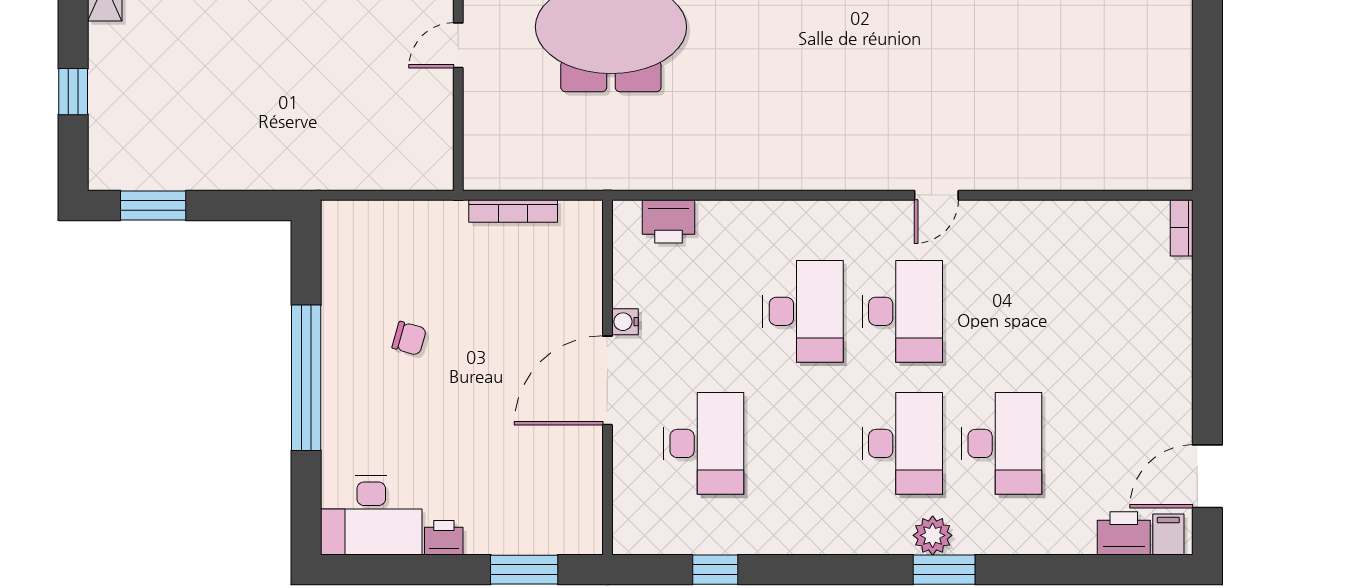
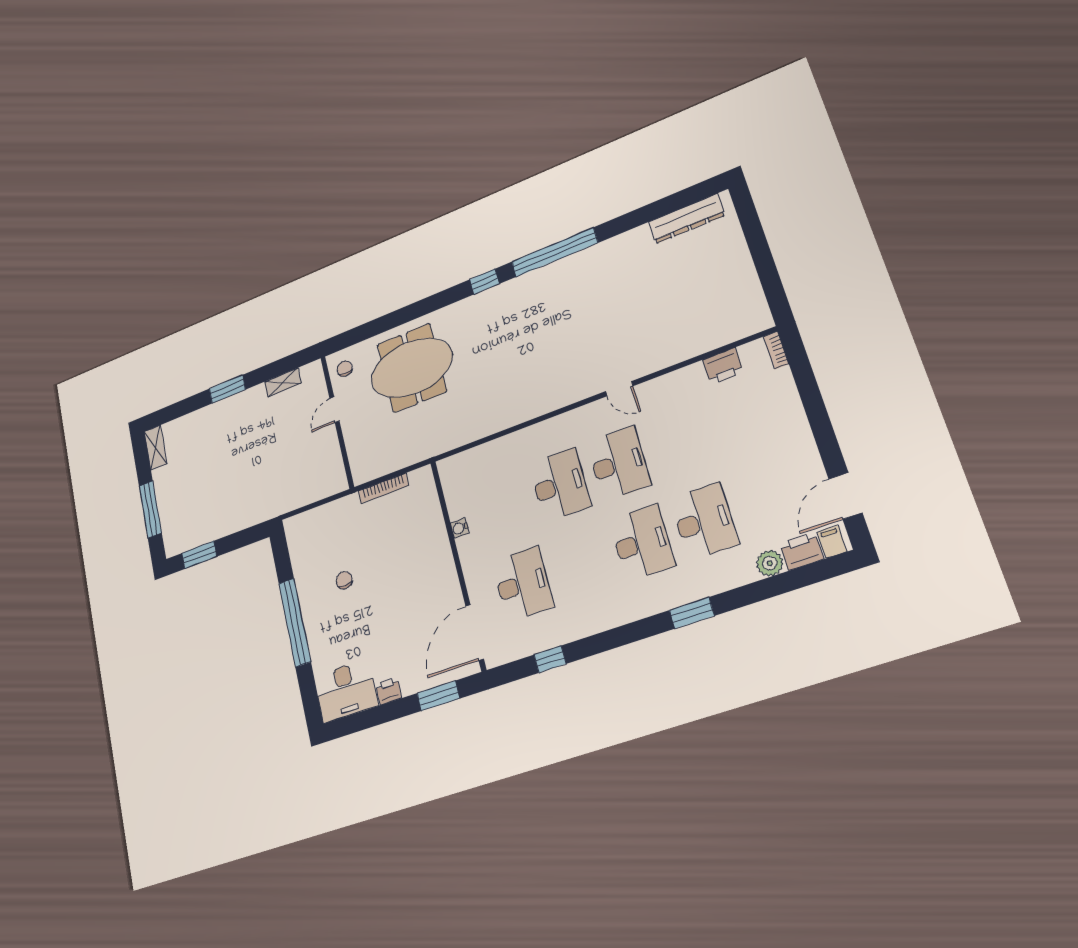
window: (73, 92) -> (150, 509), width x2.17
door: (936, 195) -> (619, 389), hinge flipped
printer: (668, 221) -> (723, 366), moved
chair: (409, 338) -> (344, 580), turned -106
door: (607, 380) -> (475, 632), moved
plant: (933, 535) -> (770, 563), moved

